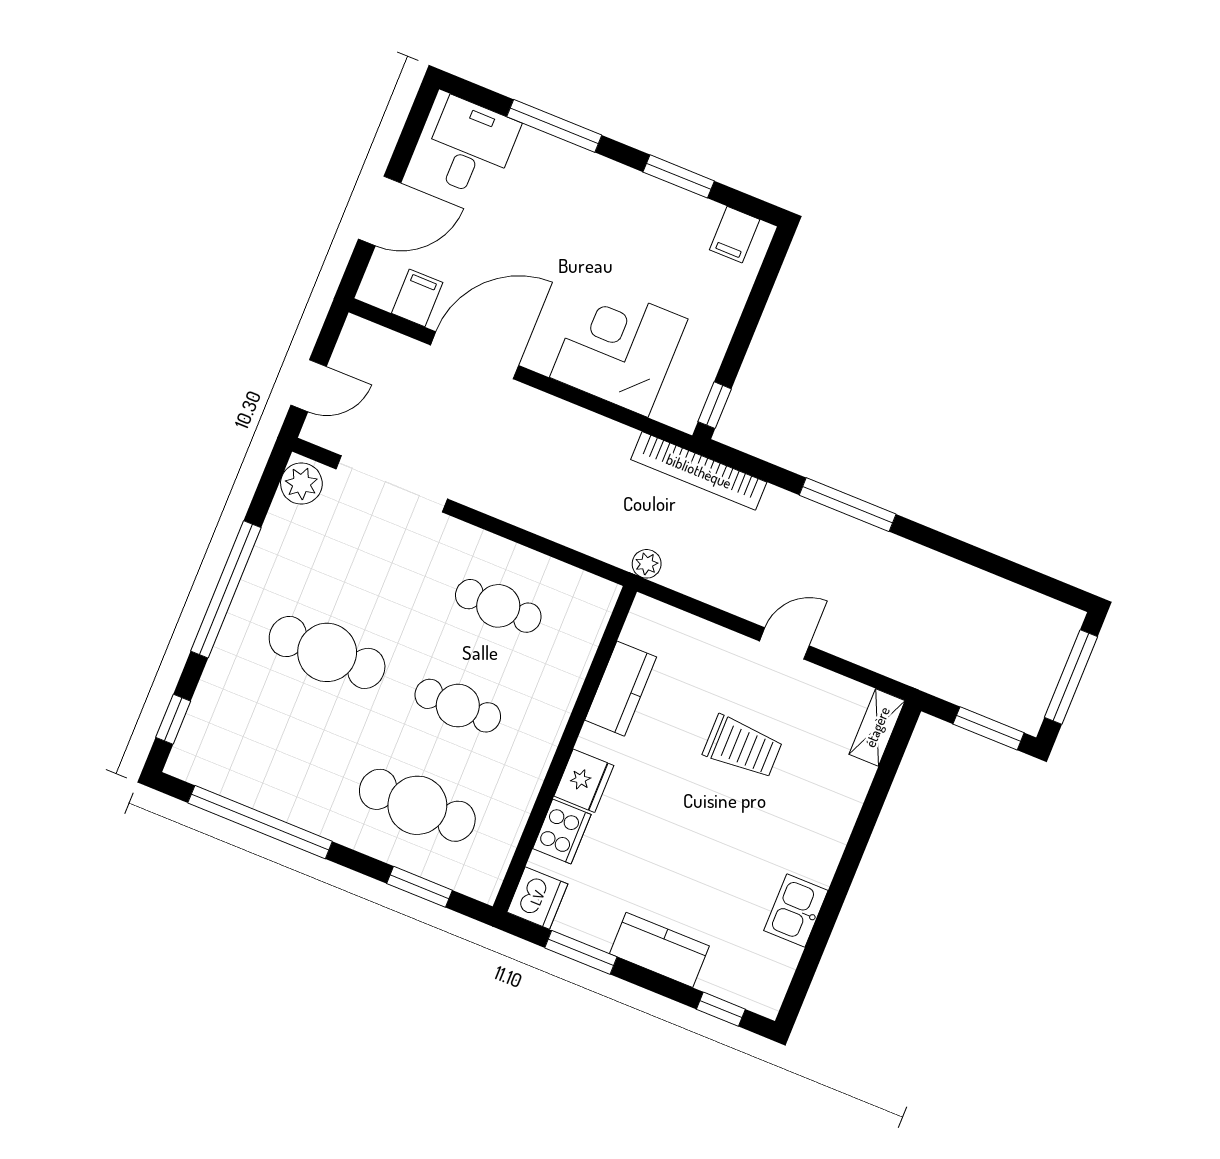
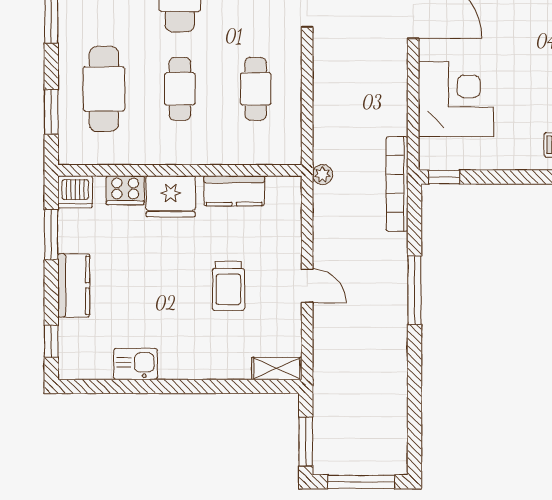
fridge: (584, 781) -> (171, 196), width x1.36, depth x1.34

